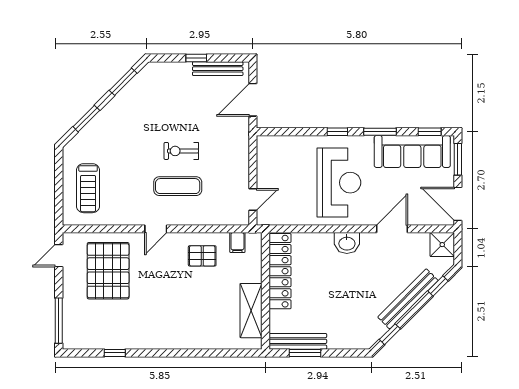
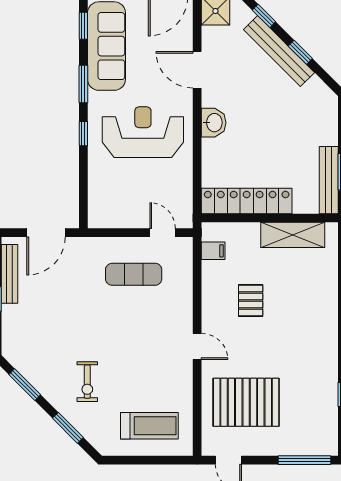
door: (253, 100) -> (46, 233), hinge flipped
exercise bike: (181, 151) -> (87, 382), moved
exercise mat: (178, 186) -> (134, 274), moved, turned 90
pallet: (202, 256) -> (251, 301), moved
window: (390, 334) -> (300, 52), moved

